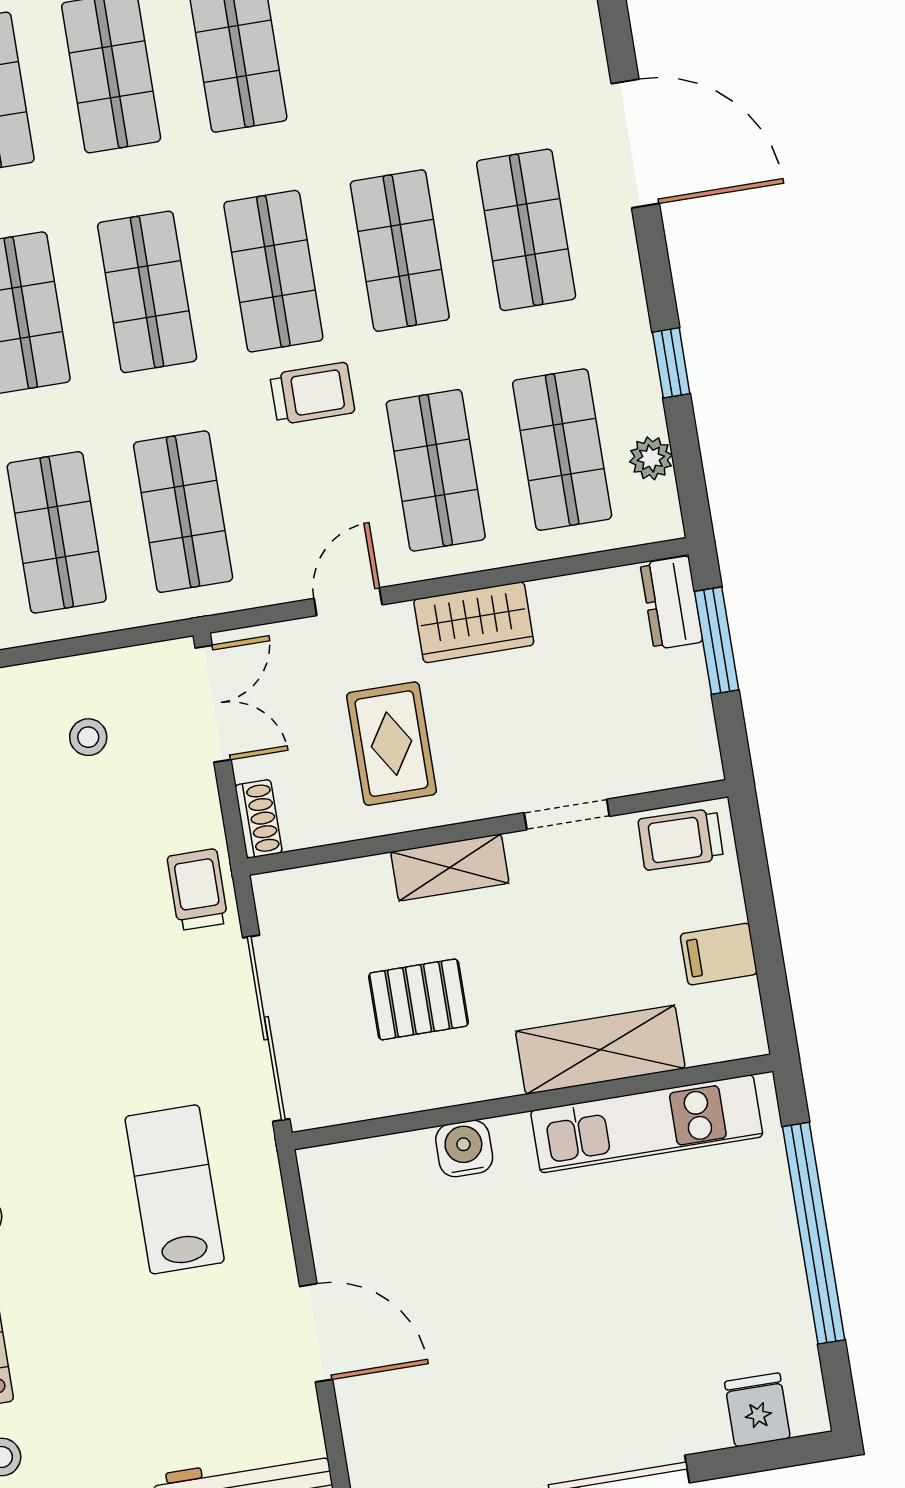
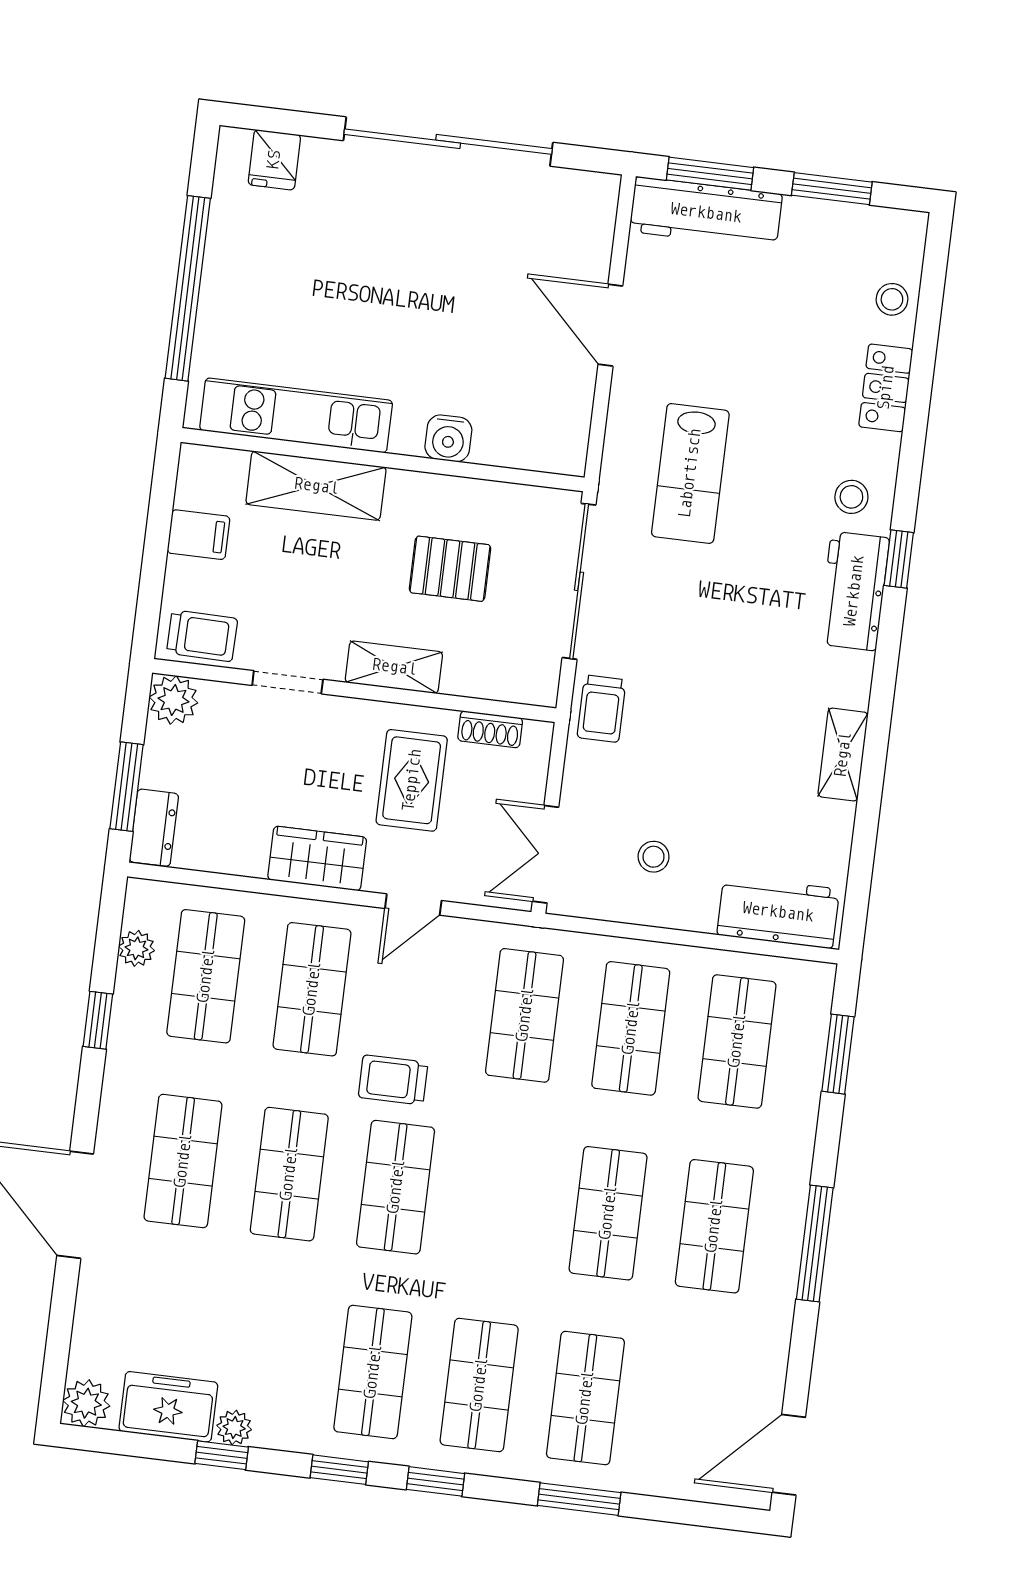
shop shelf: (147, 292) -> (502, 1200), removed
plant: (692, 756) -> (173, 700), added
shoe rack: (259, 819) -> (490, 729), moved, turned -90

